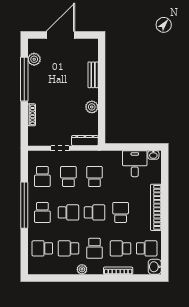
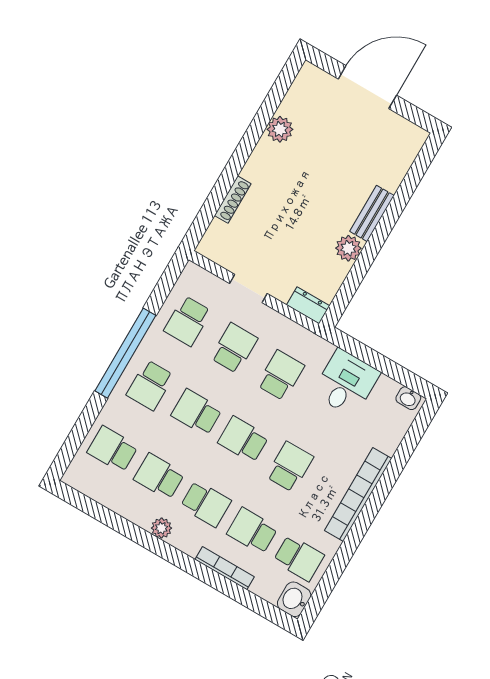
plant: (34, 59) -> (280, 129), moved
bench: (93, 75) -> (372, 213), moved
window: (24, 79) -> (257, 128), removed
dresser: (85, 141) -> (308, 305), width x0.70
desk: (135, 164) -> (346, 383), moved
school desk: (68, 212) -> (197, 412), turned 180
school desk: (94, 212) -> (243, 440), turned 180
school desk: (94, 248) -> (206, 504), turned -90

